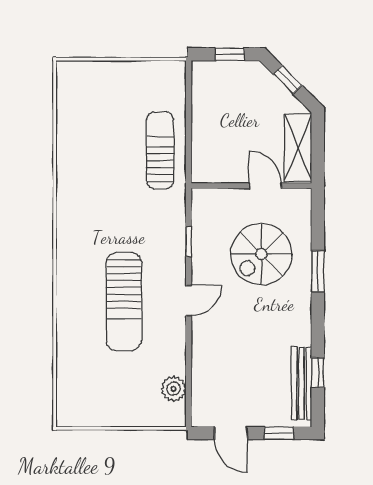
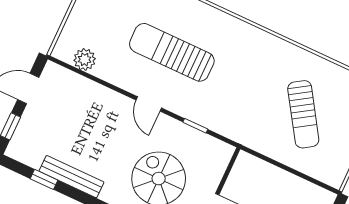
sun lounger: (160, 150) -> (303, 114), moved, turned 57
bench: (302, 383) -> (72, 177), moved

